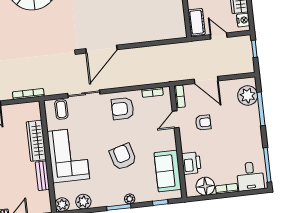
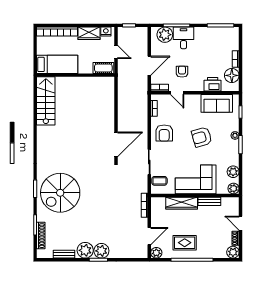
door: (219, 36) -> (116, 52), swing flipped
door: (101, 49) -> (116, 144), hinge flipped
desk: (250, 176) -> (184, 38), moved, turned -90

